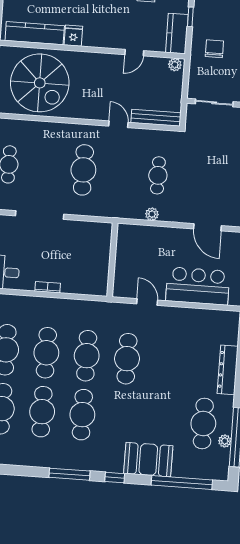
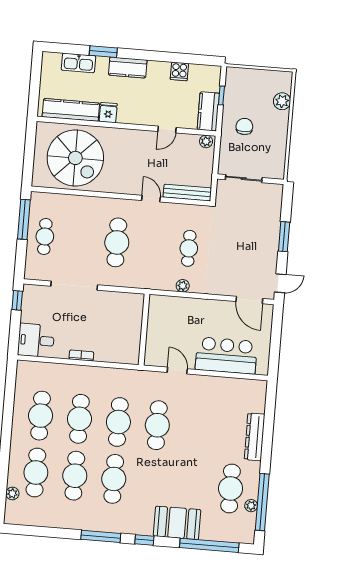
door: (207, 227) -> (249, 300), moved

